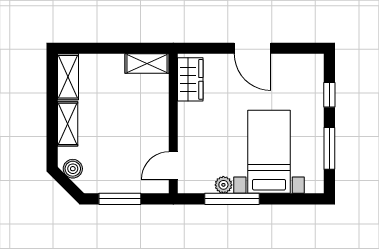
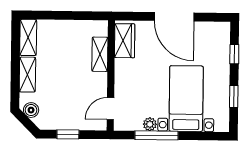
door: (253, 48) -> (174, 17), width x1.36
shelving: (147, 64) -> (100, 54), moved, turned 90
window: (329, 148) -> (234, 96), width x0.67
window: (120, 199) -> (68, 134), width x0.67

